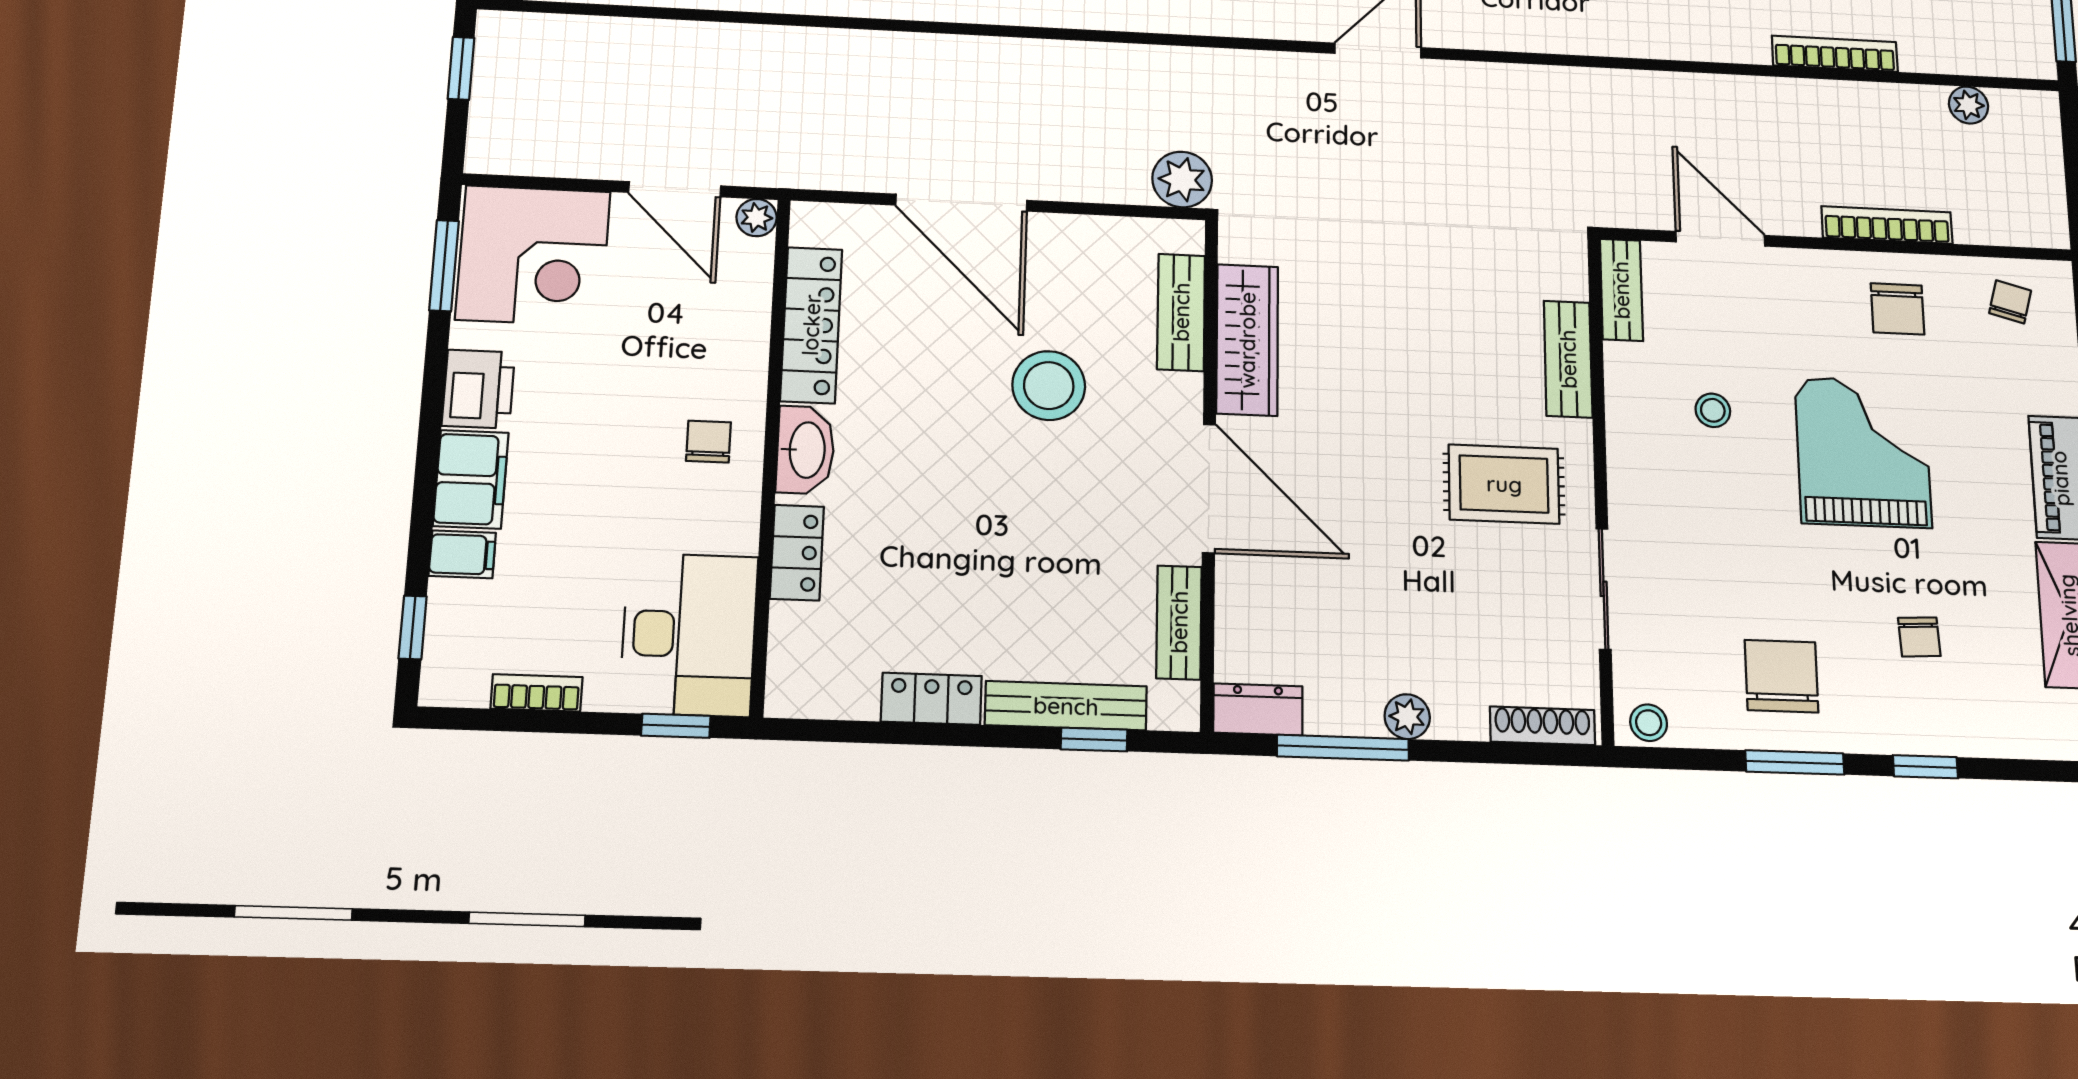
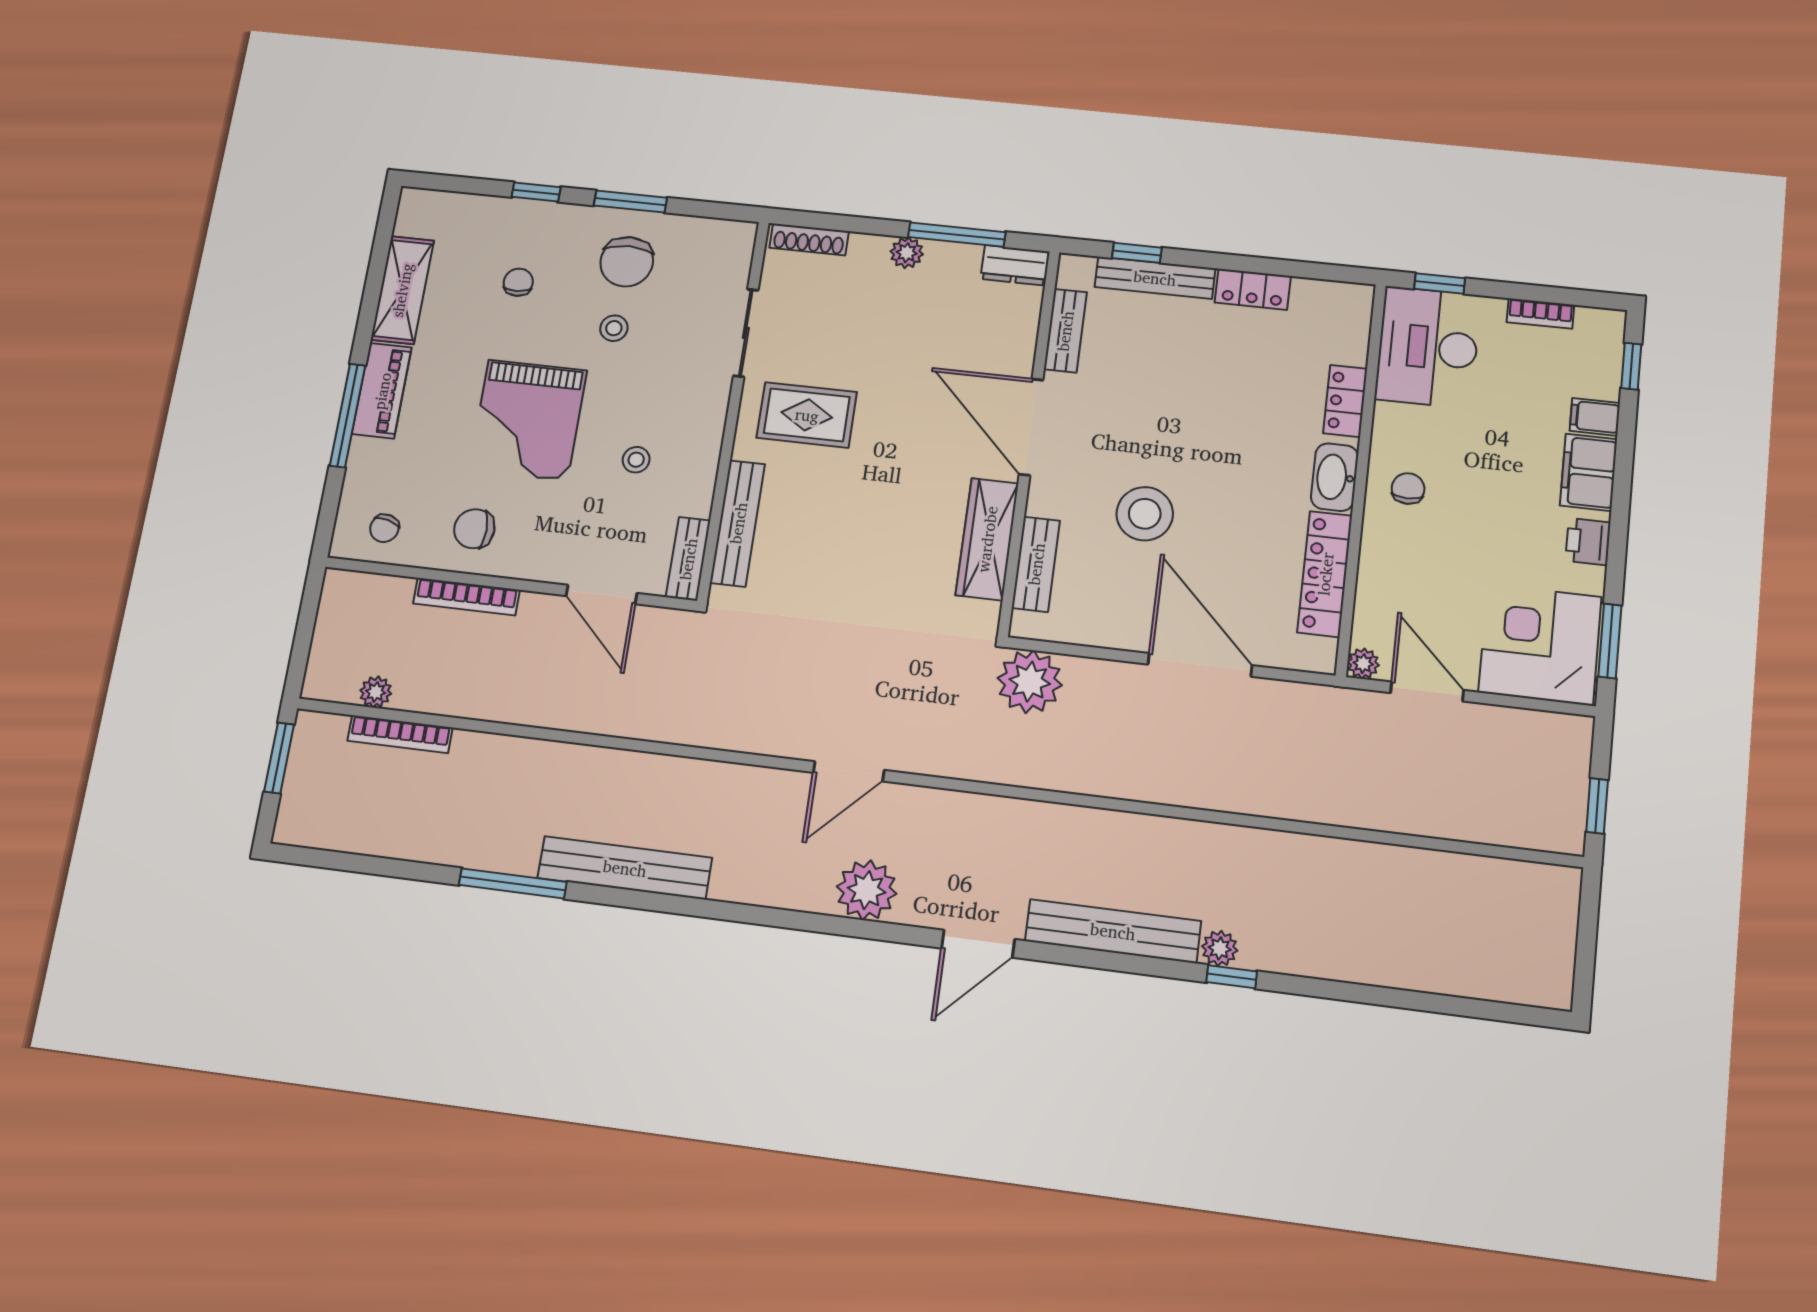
bookcase: (1835, 54) -> (400, 734), moved
plant: (1182, 179) -> (1030, 682), width x1.36, depth x1.36
chair: (1898, 309) -> (474, 529), turned -90
bench: (1568, 359) -> (738, 523), width x1.36
printer: (478, 389) -> (1588, 542), width x0.73, depth x0.81
chair: (708, 442) -> (1408, 489), turned 180
stool: (1649, 723) -> (614, 328), moved

